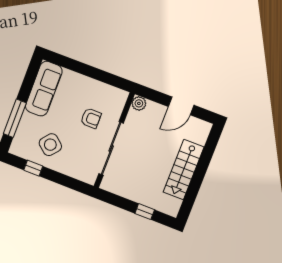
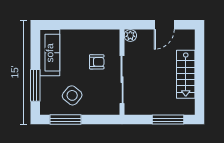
window: (33, 168) -> (66, 120), width x2.17
window: (145, 212) -> (168, 120), width x2.17

